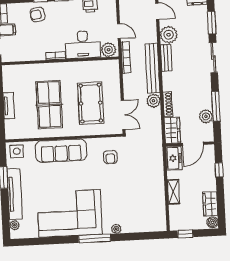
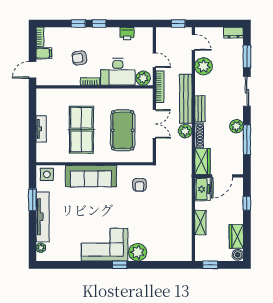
armchair: (38, 15) -> (79, 58), moved
bench: (166, 58) -> (200, 109), moved
double door: (123, 115) -> (154, 124), moved
plant: (206, 116) -> (236, 126), moved
corner sofa: (70, 213) -> (105, 245), width x0.73, depth x0.74
plant: (116, 229) -> (138, 252), width x1.88, depth x1.88
window: (95, 238) -> (120, 265), width x0.46

